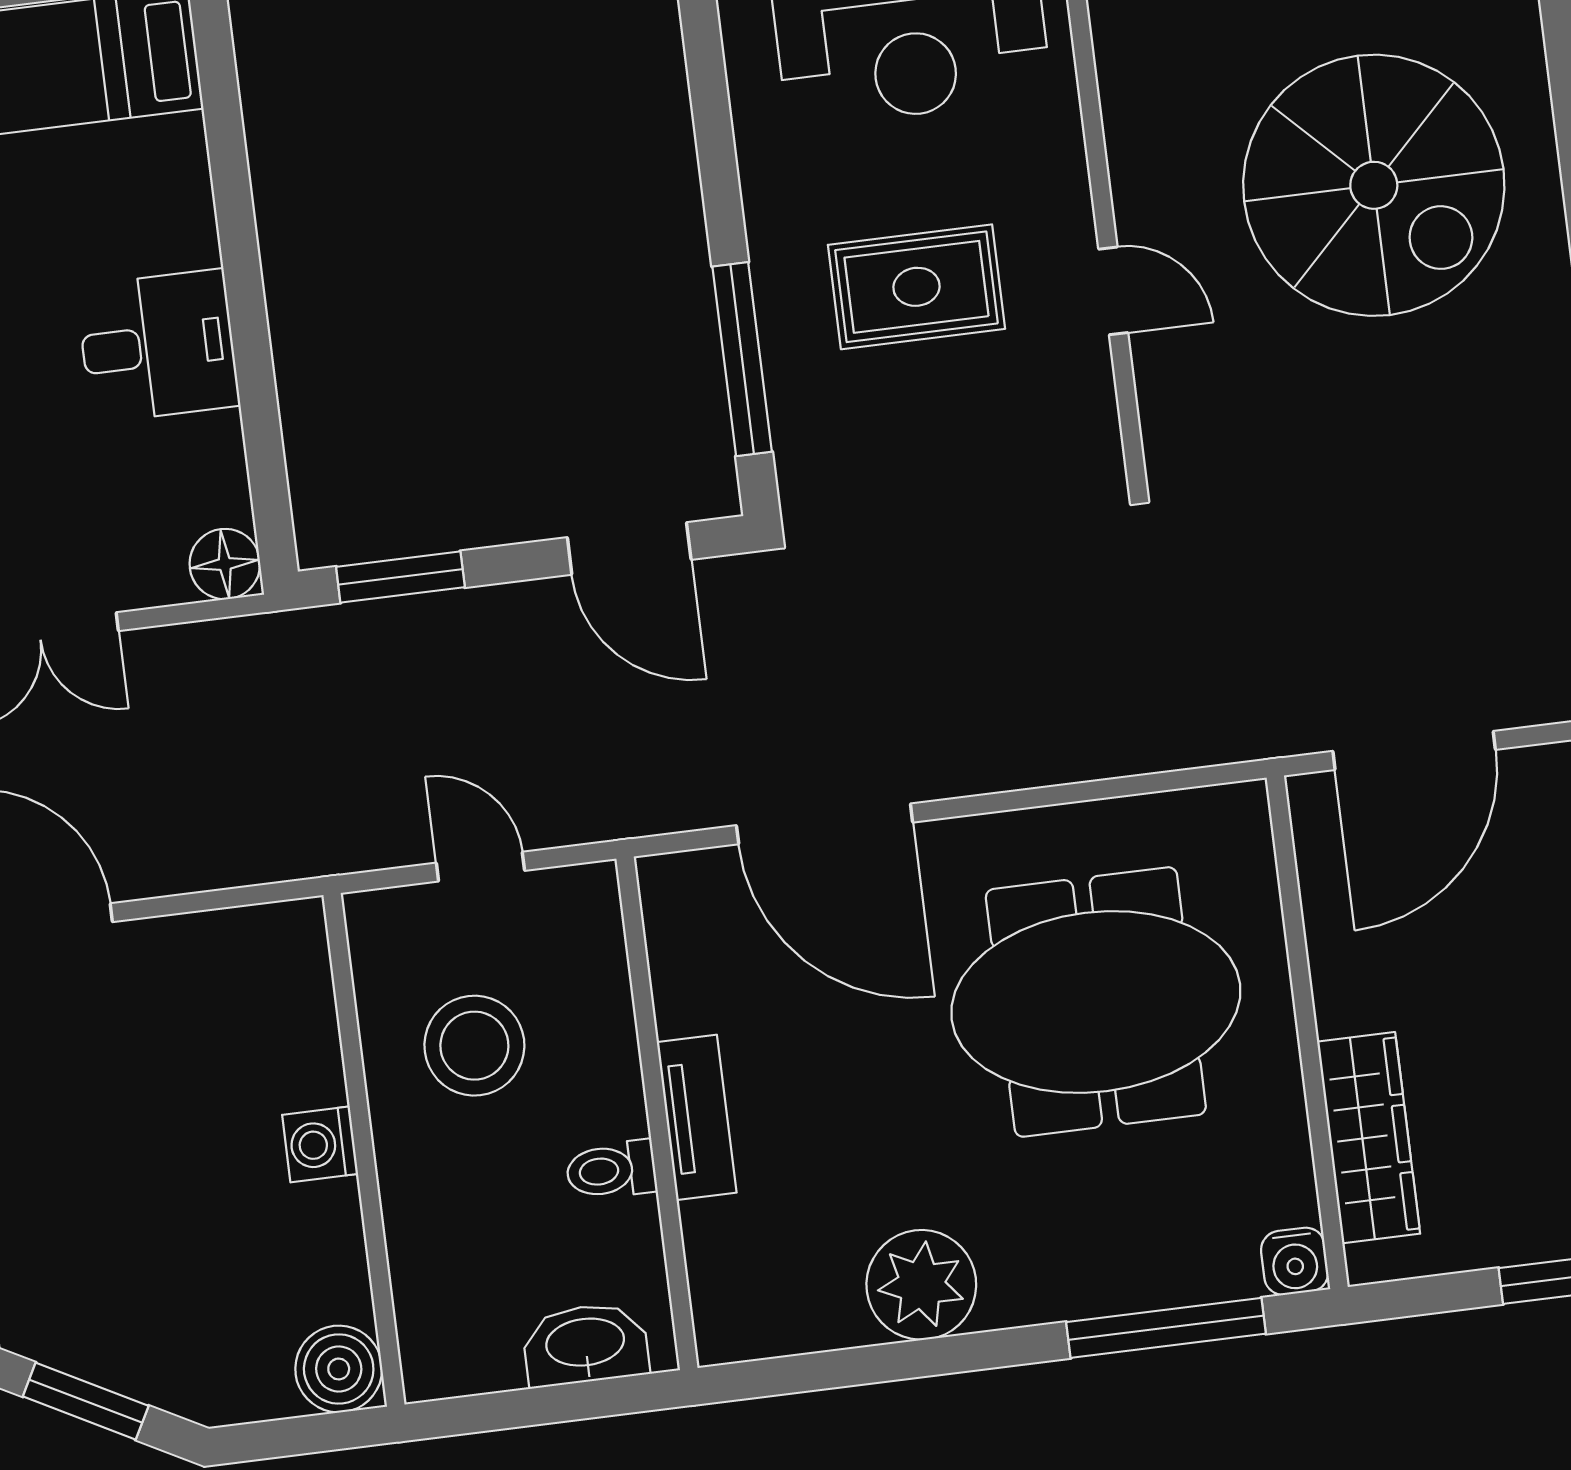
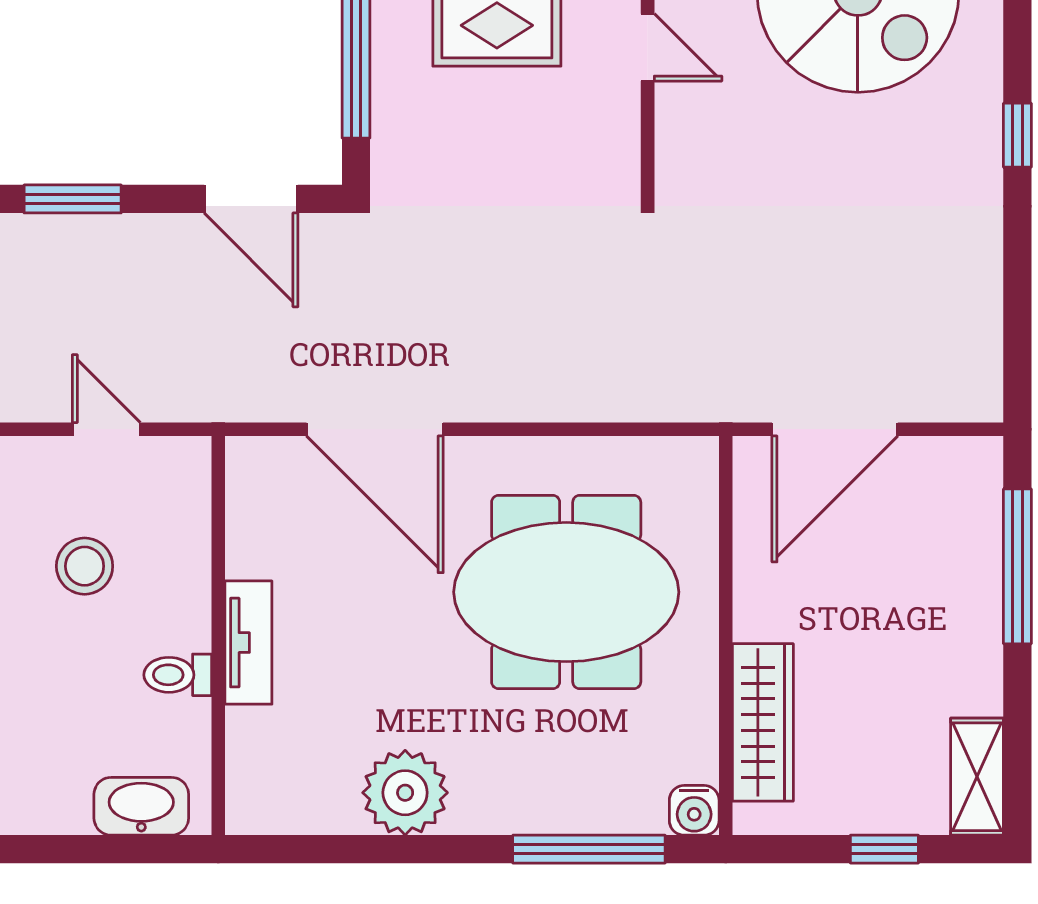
stool: (474, 1046) -> (85, 566), width x0.73, depth x0.73

